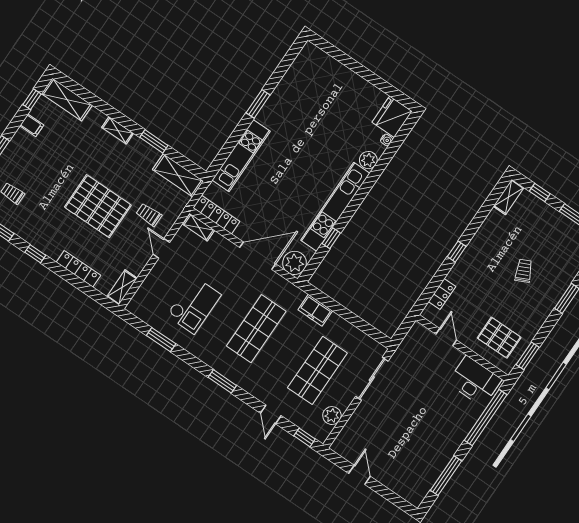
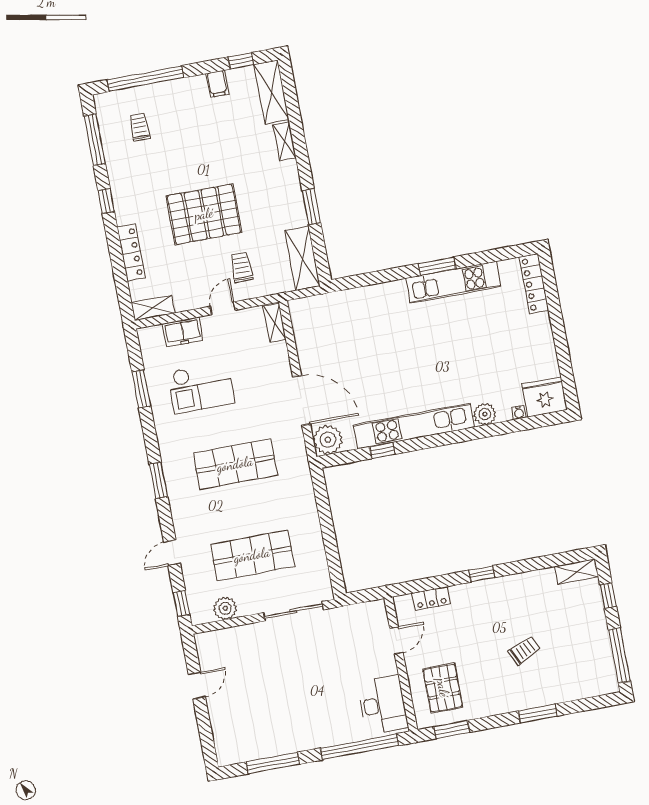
shelving: (118, 130) -> (285, 141), moved
kitchen unit: (241, 156) -> (453, 282), moved
pallet: (98, 206) -> (204, 214), turned 90
locker: (216, 215) -> (534, 284), moved, turned 180
freezer: (315, 310) -> (183, 332), moved, turned -90

